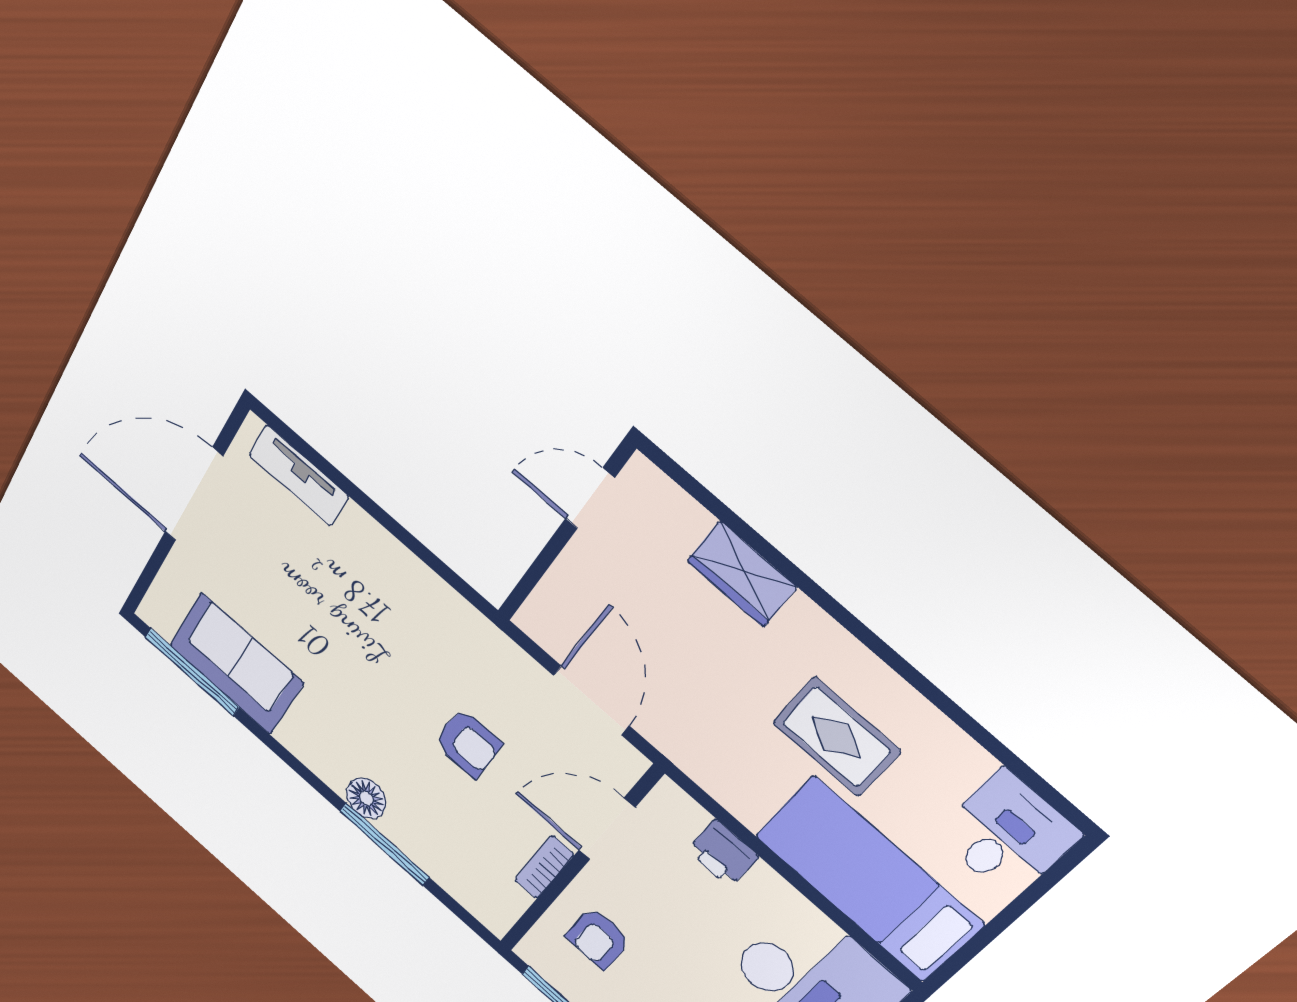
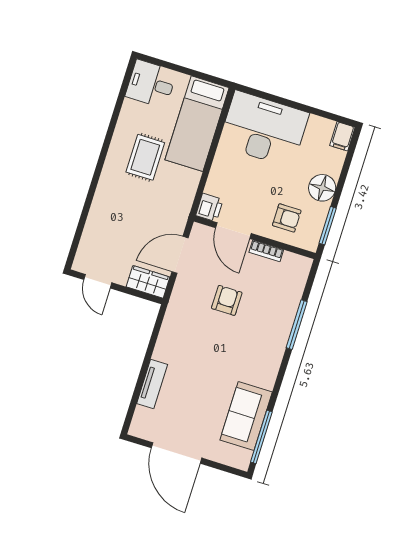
tv unit: (299, 476) -> (152, 384), moved
wardrobe: (742, 574) -> (148, 282), moved, turned -90
floor lamp: (366, 798) -> (278, 339), removed
printer: (723, 853) -> (209, 207), moved

